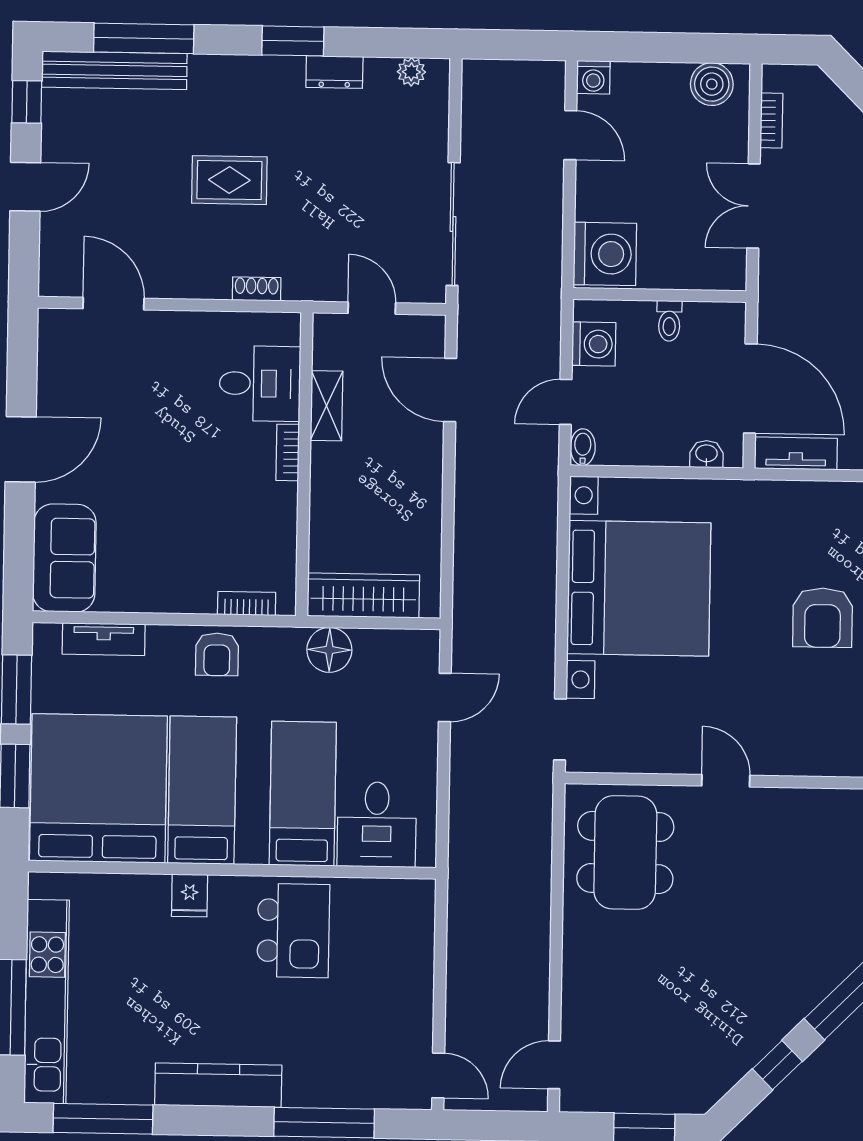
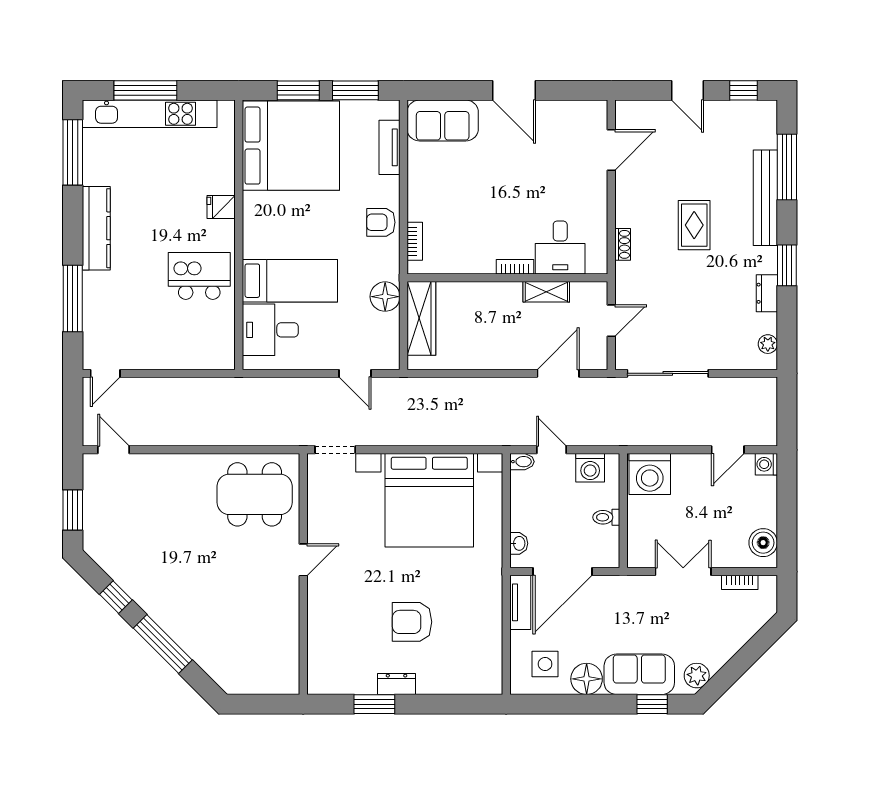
bench: (114, 70) -> (765, 198), moved
bed: (202, 790) -> (291, 214), removed
kitchen island: (293, 931) -> (199, 276), turned 180

